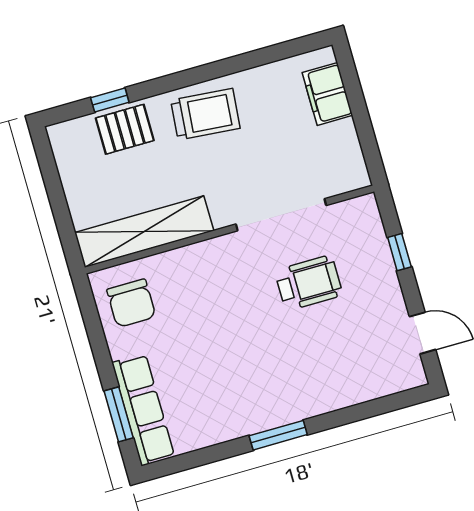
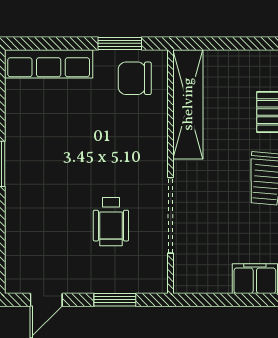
window: (399, 252) -> (115, 300), width x1.50
window: (119, 414) -> (120, 43), moved

